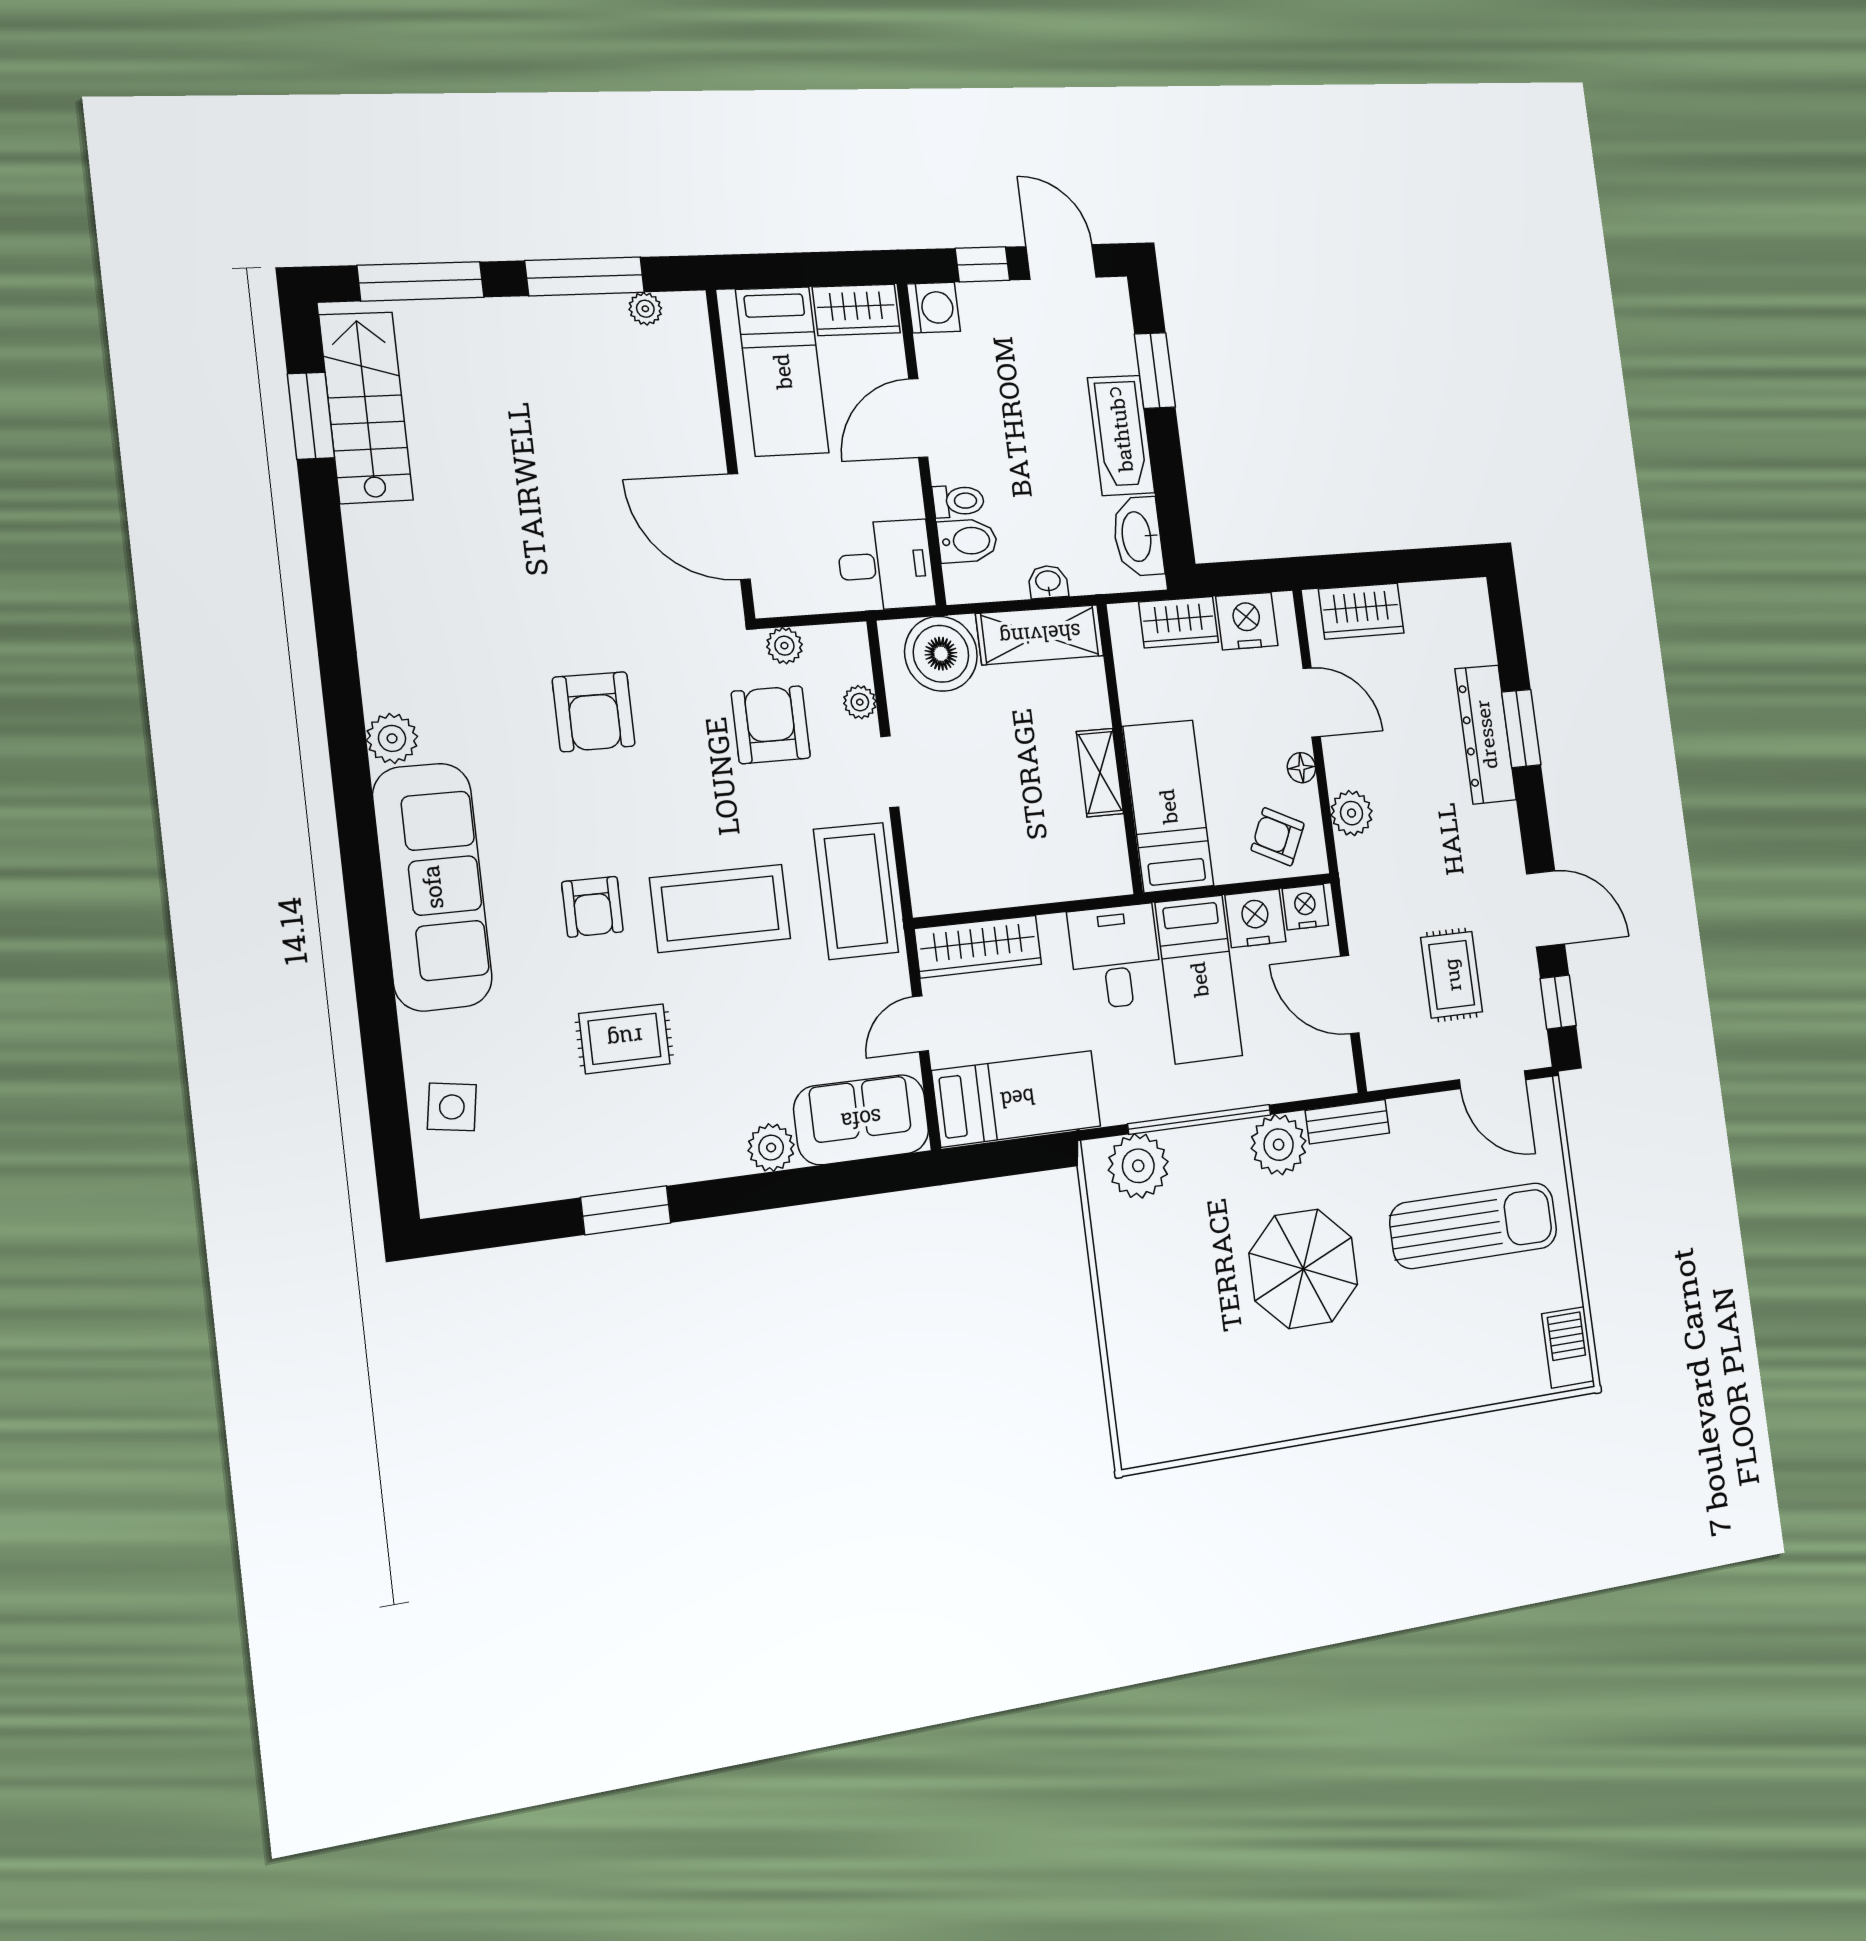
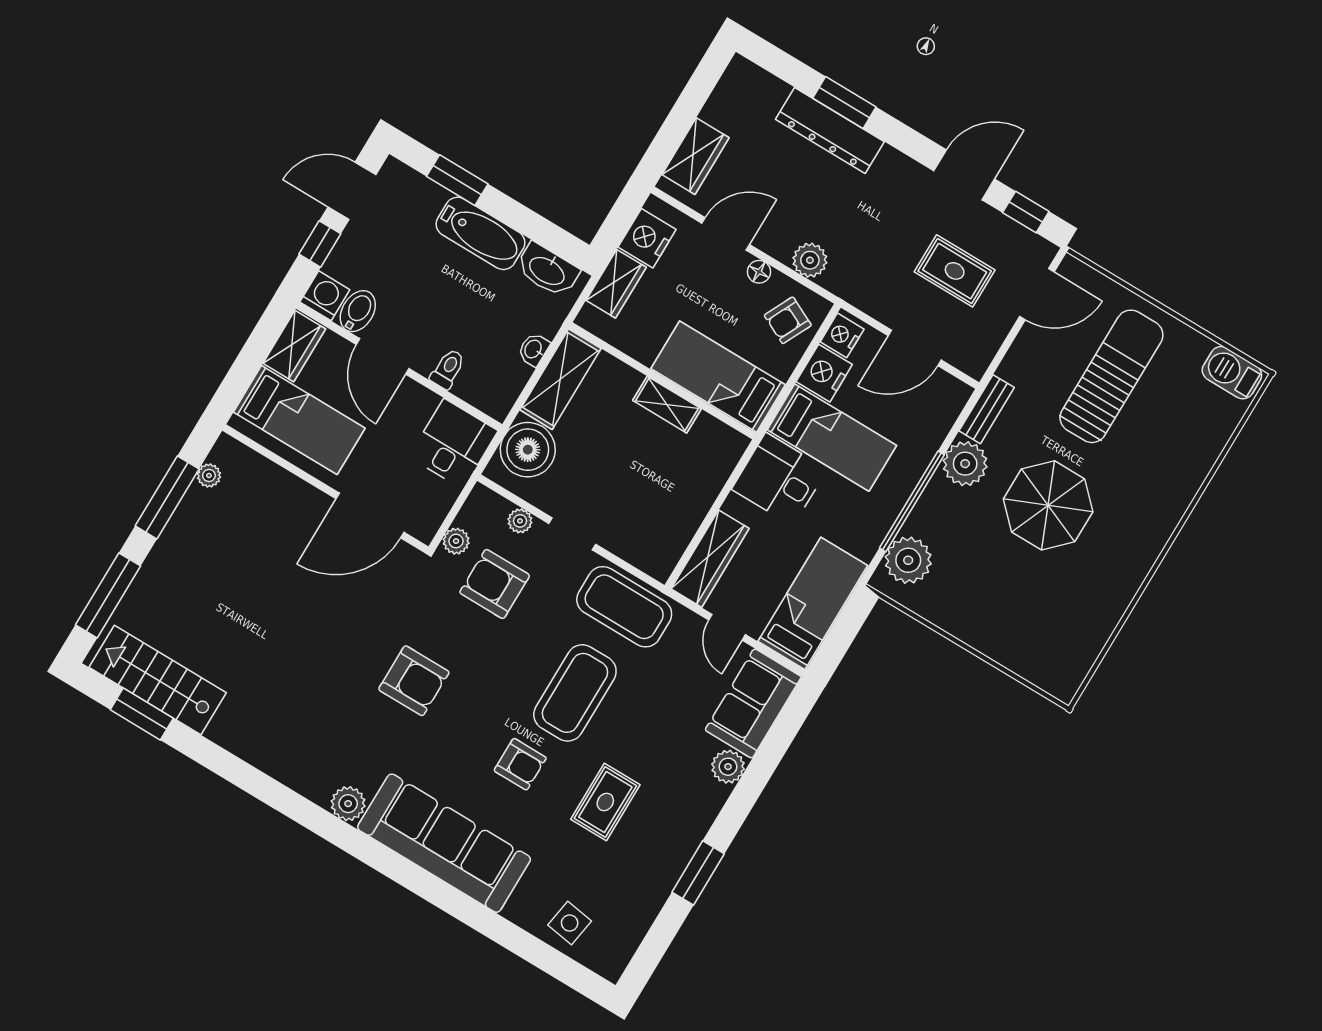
bidet: (968, 541) -> (358, 311), moved

